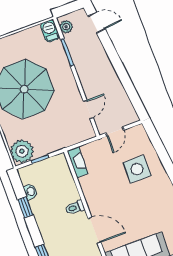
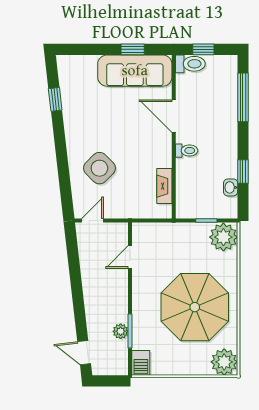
plant: (66, 27) -> (121, 331), moved
door: (115, 132) -> (92, 221), moved
fireplace: (78, 162) -> (164, 186), moved
side table: (137, 169) -> (99, 168), turned 45

